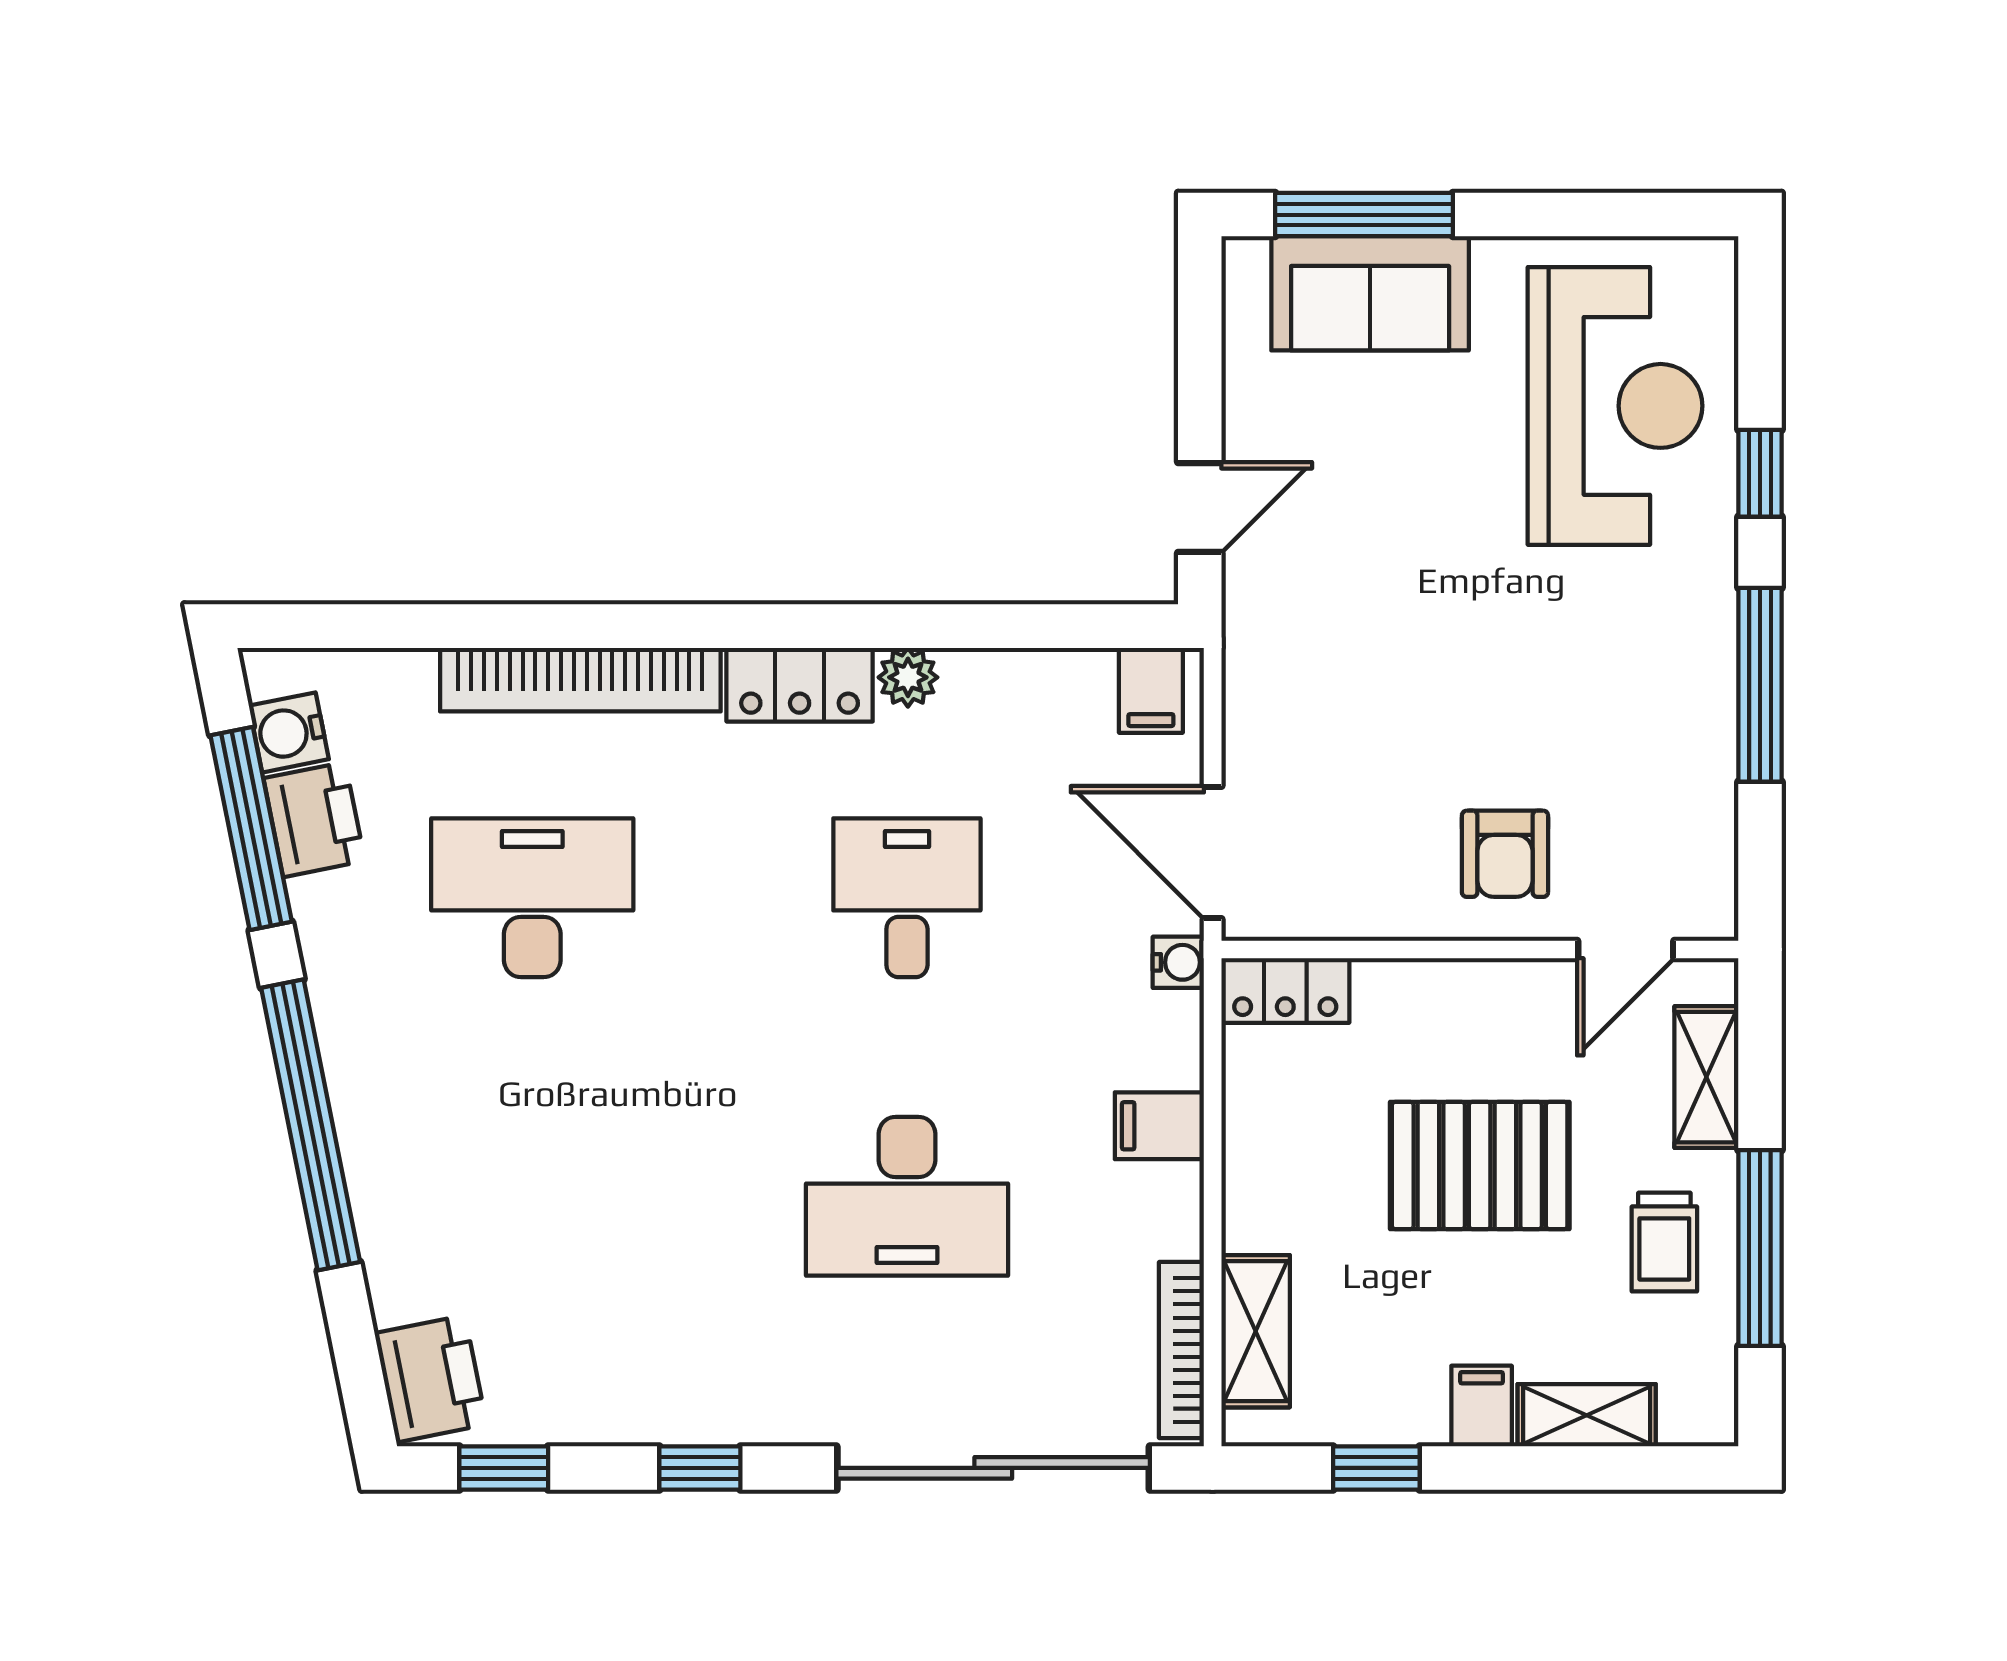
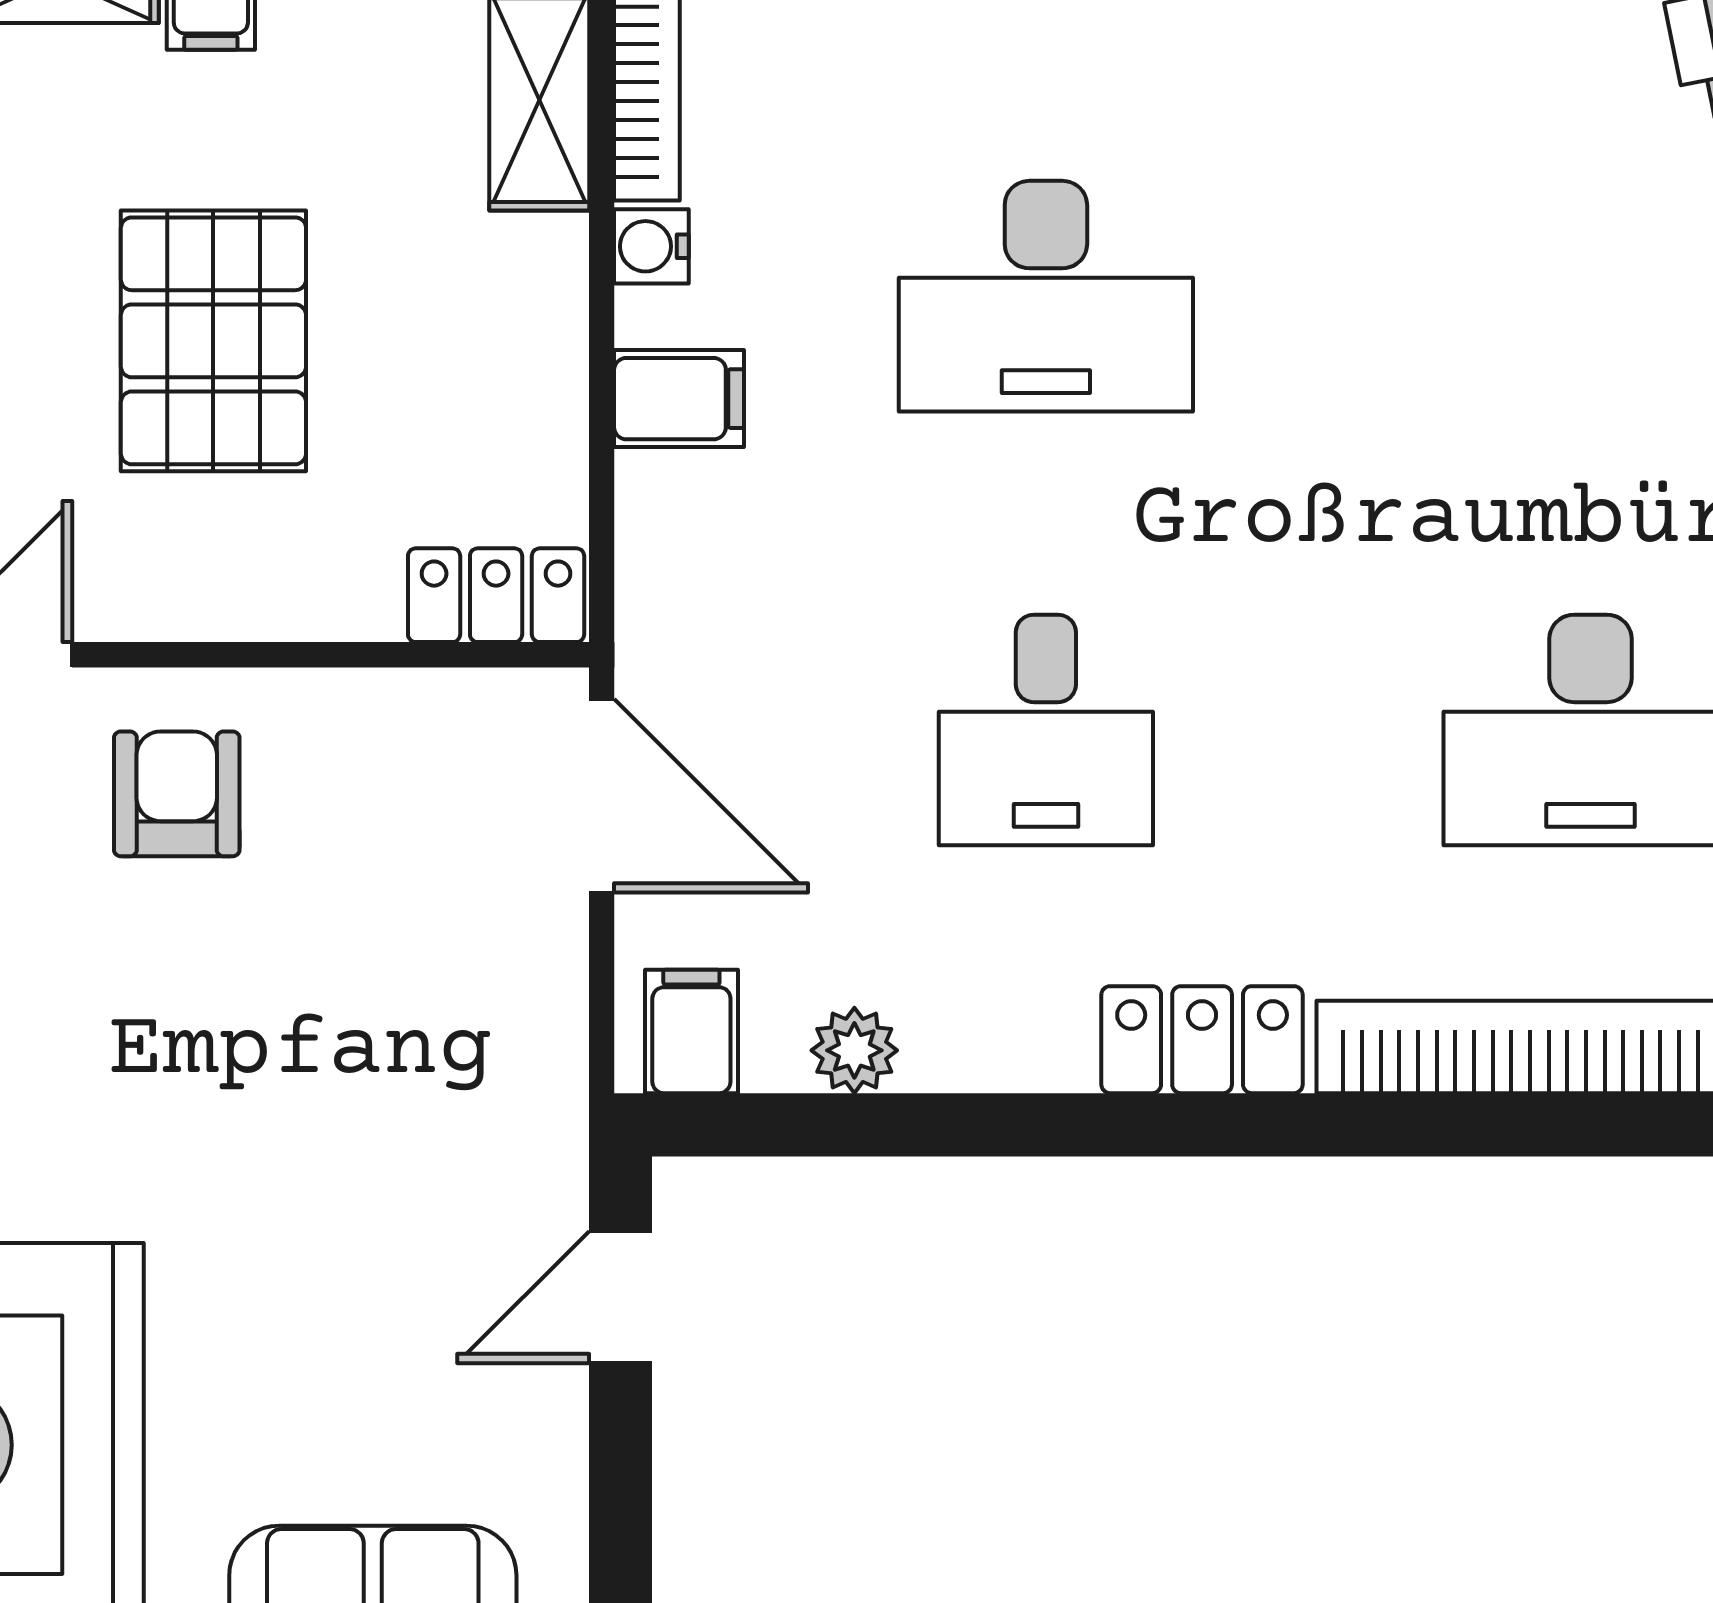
plant: (908, 677) -> (854, 1050), moved
water cooler: (1178, 962) -> (651, 246), moved
pallet: (1480, 1165) -> (213, 341), turned 90
desk: (907, 1196) -> (1046, 296), turned 180

